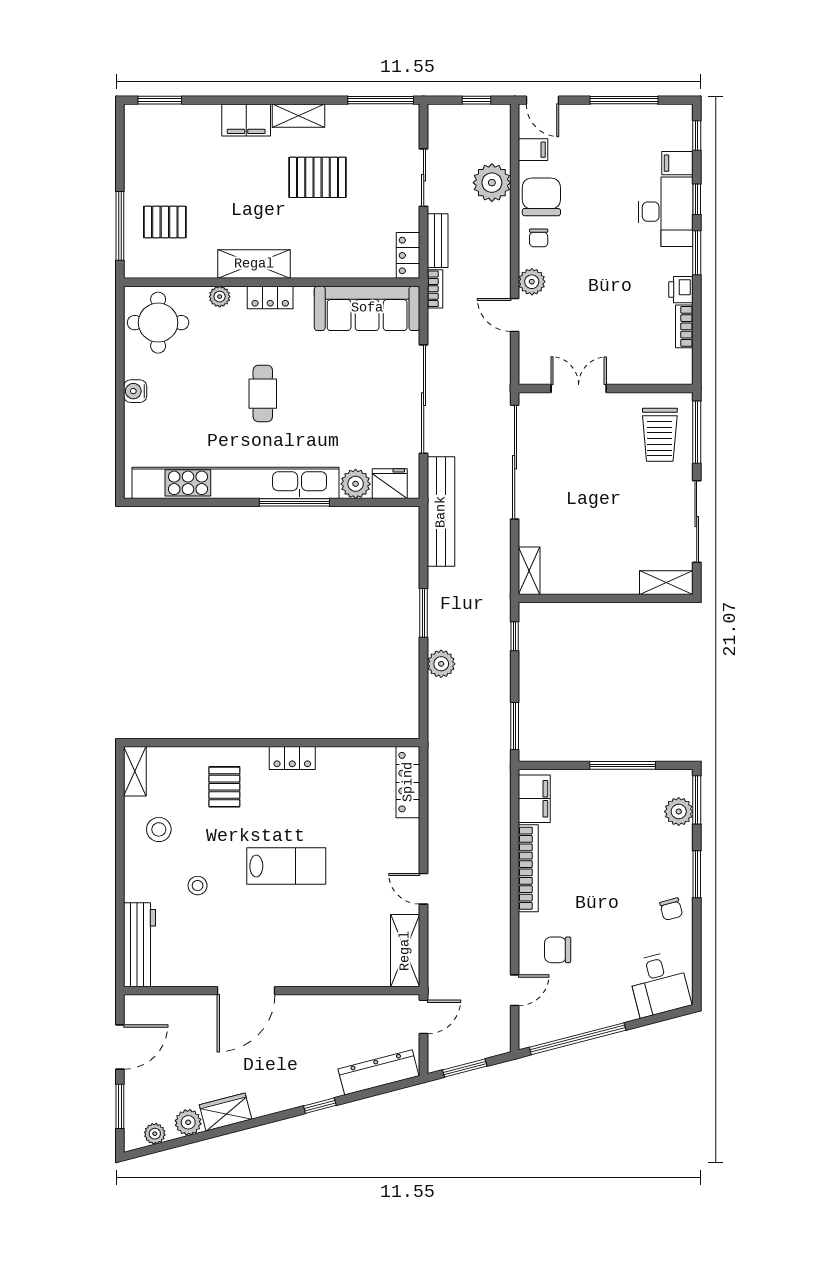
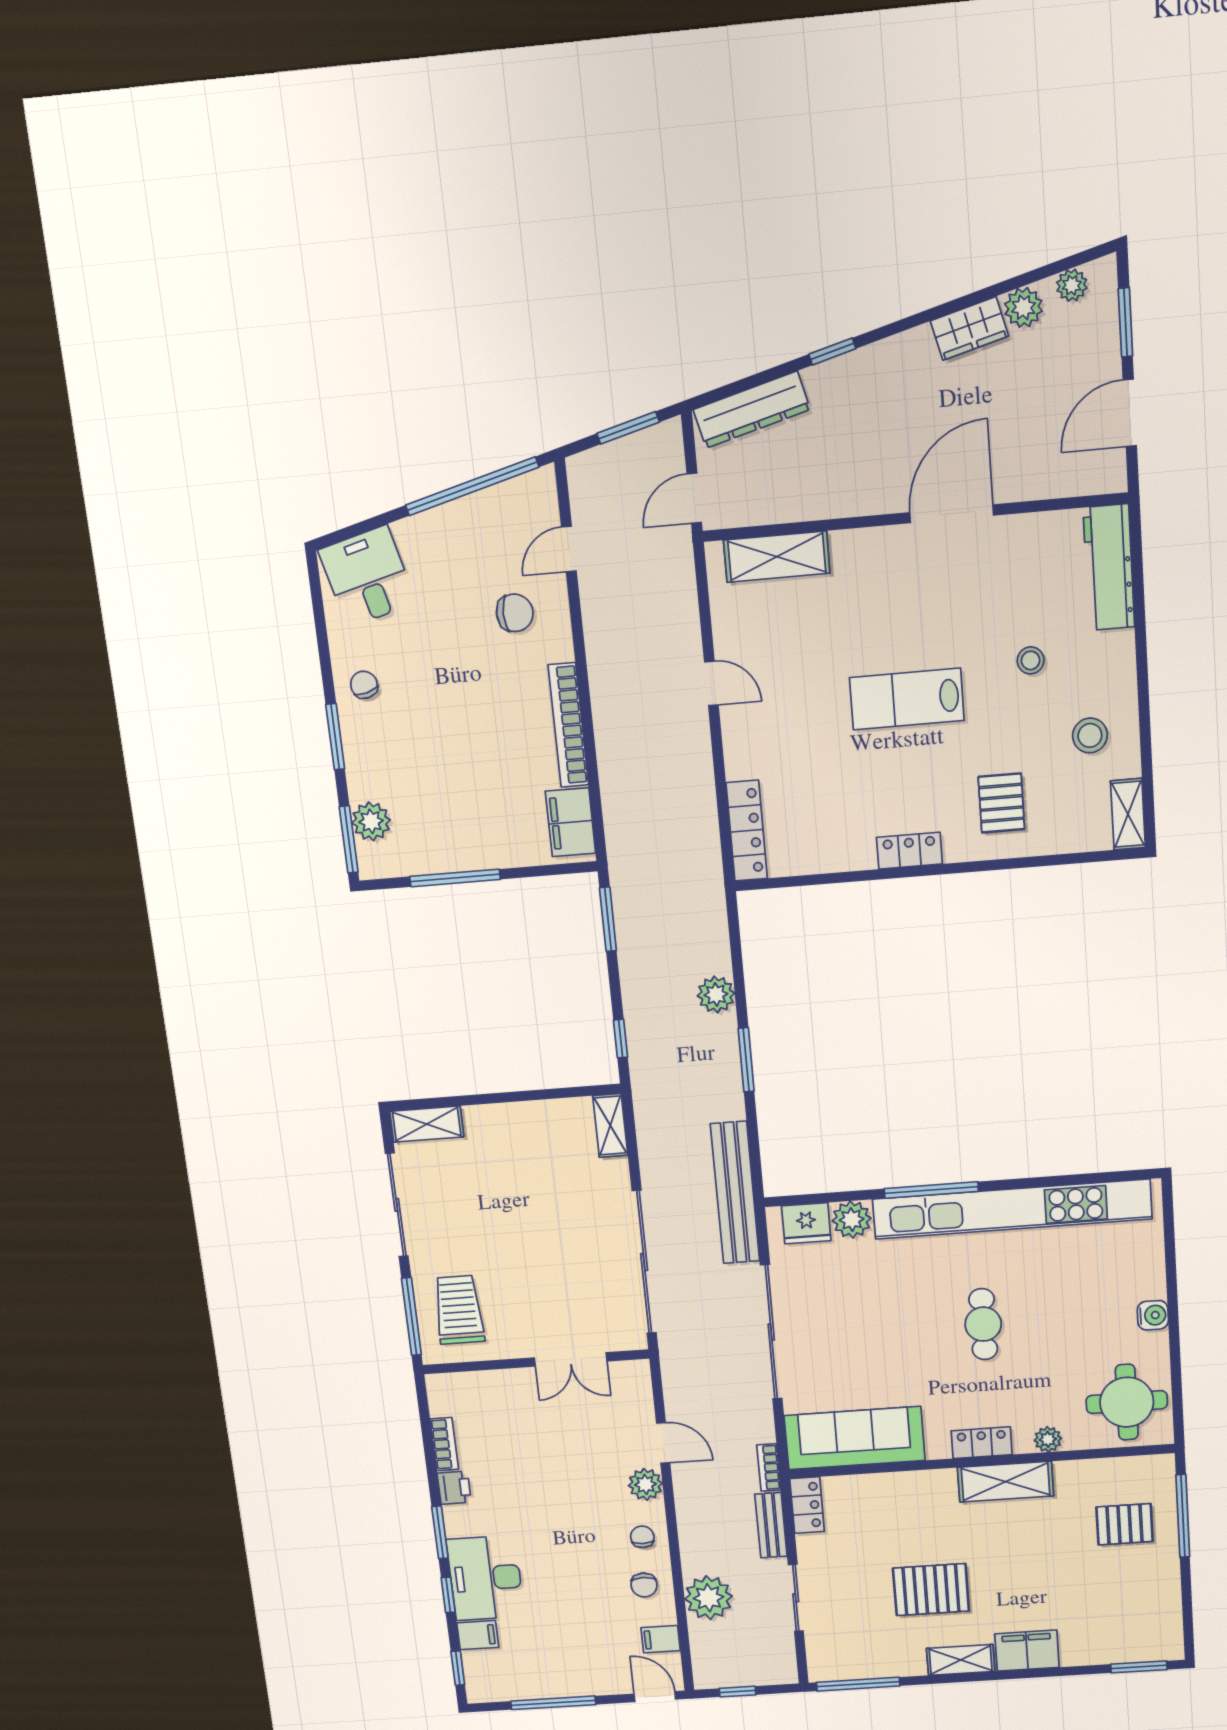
chair: (541, 197) -> (644, 1585), width x0.54, depth x0.54
shelving: (405, 951) -> (777, 557), moved, turned 90

